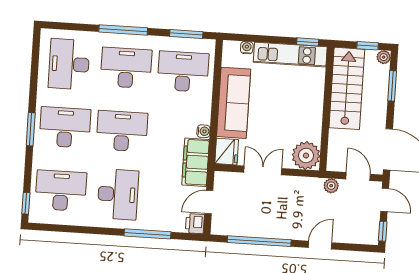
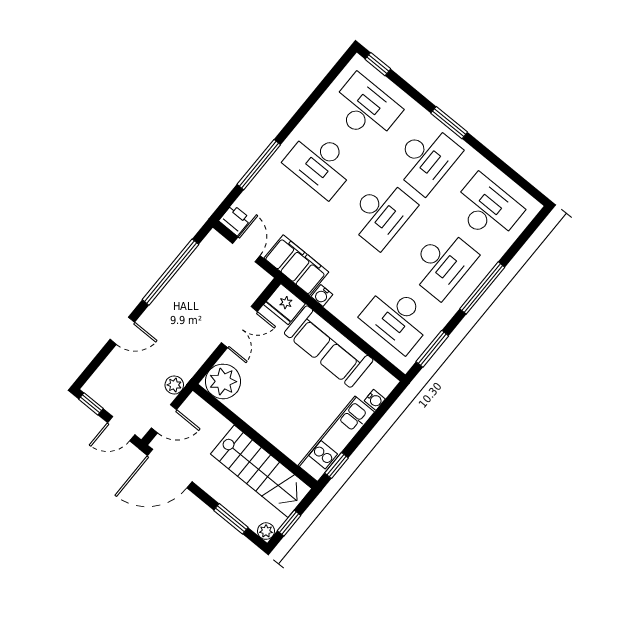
desk: (183, 71) -> (397, 318), turned 90
desk: (61, 191) -> (365, 109), turned -90
door: (320, 245) -> (122, 331), hinge flipped

